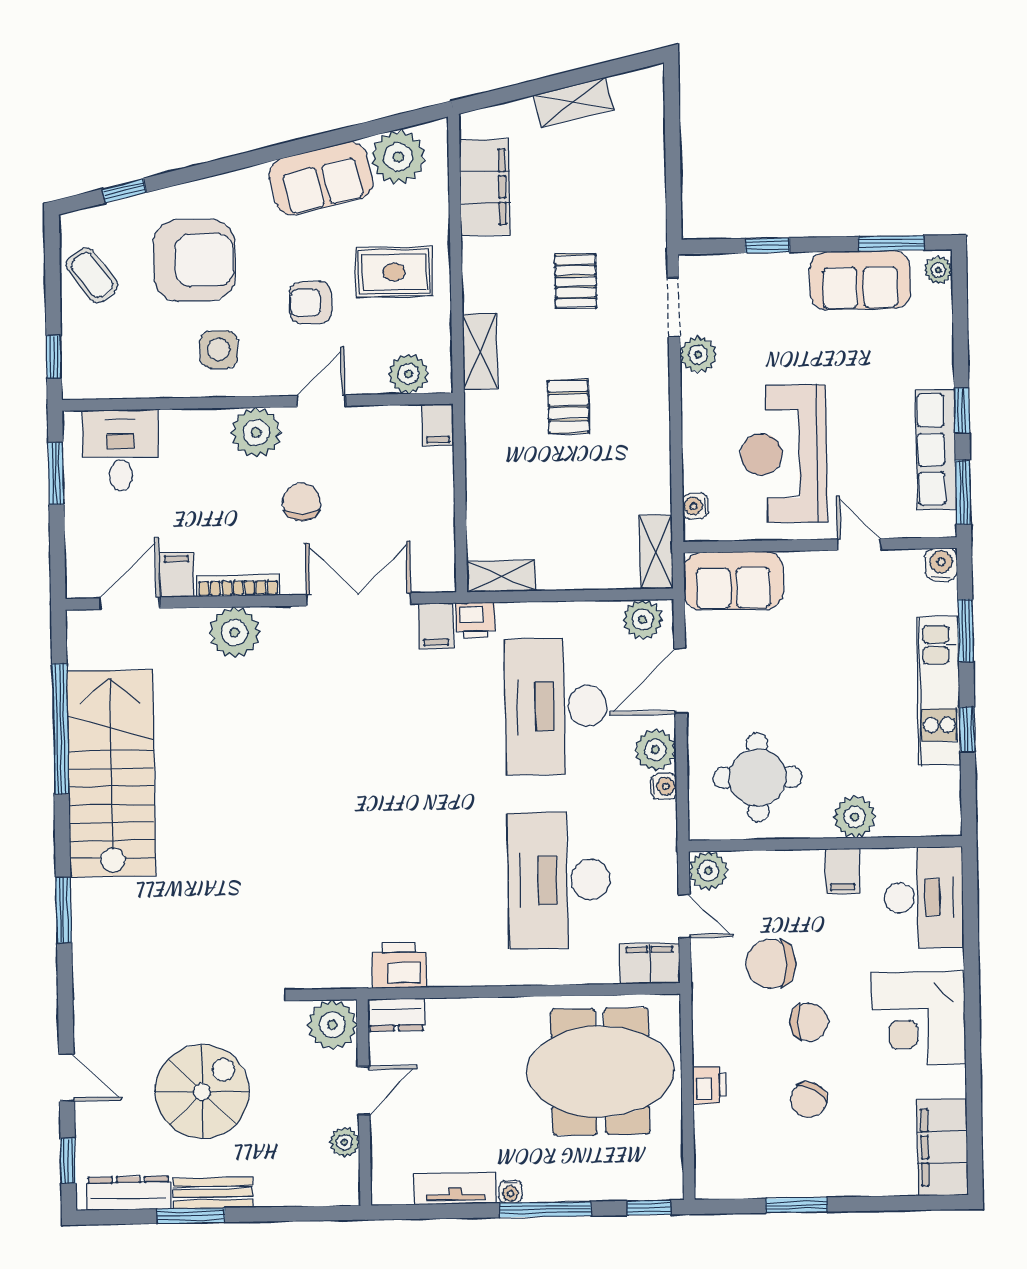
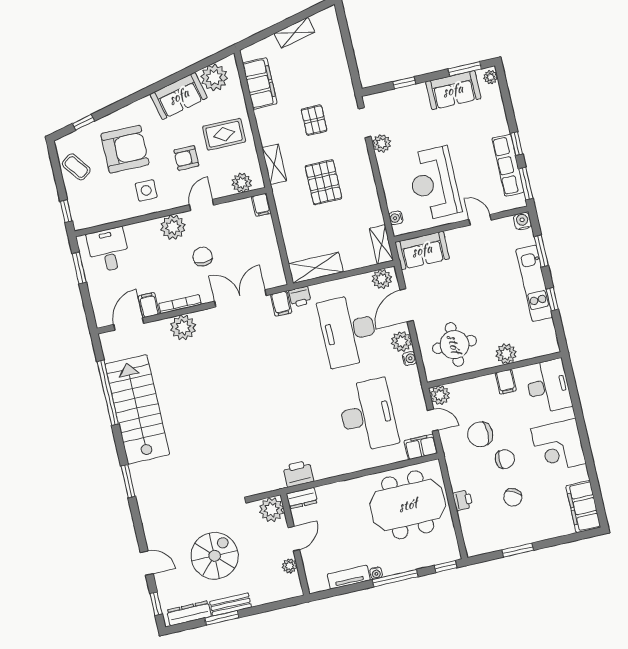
pallet: (568, 407) -> (323, 182), width x1.50, depth x1.42
shelving: (501, 576) -> (316, 268), width x1.50, depth x1.33
desk: (559, 880) -> (368, 415), turned 180

